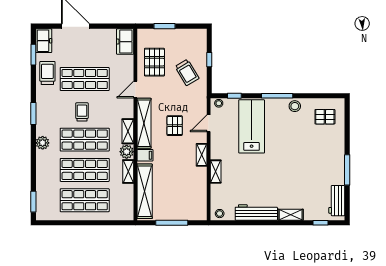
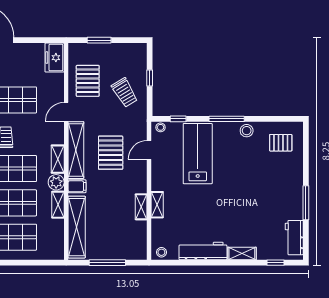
pallet: (175, 126) -> (111, 153), width x1.50, depth x1.42
shelving: (202, 155) -> (141, 207), moved

